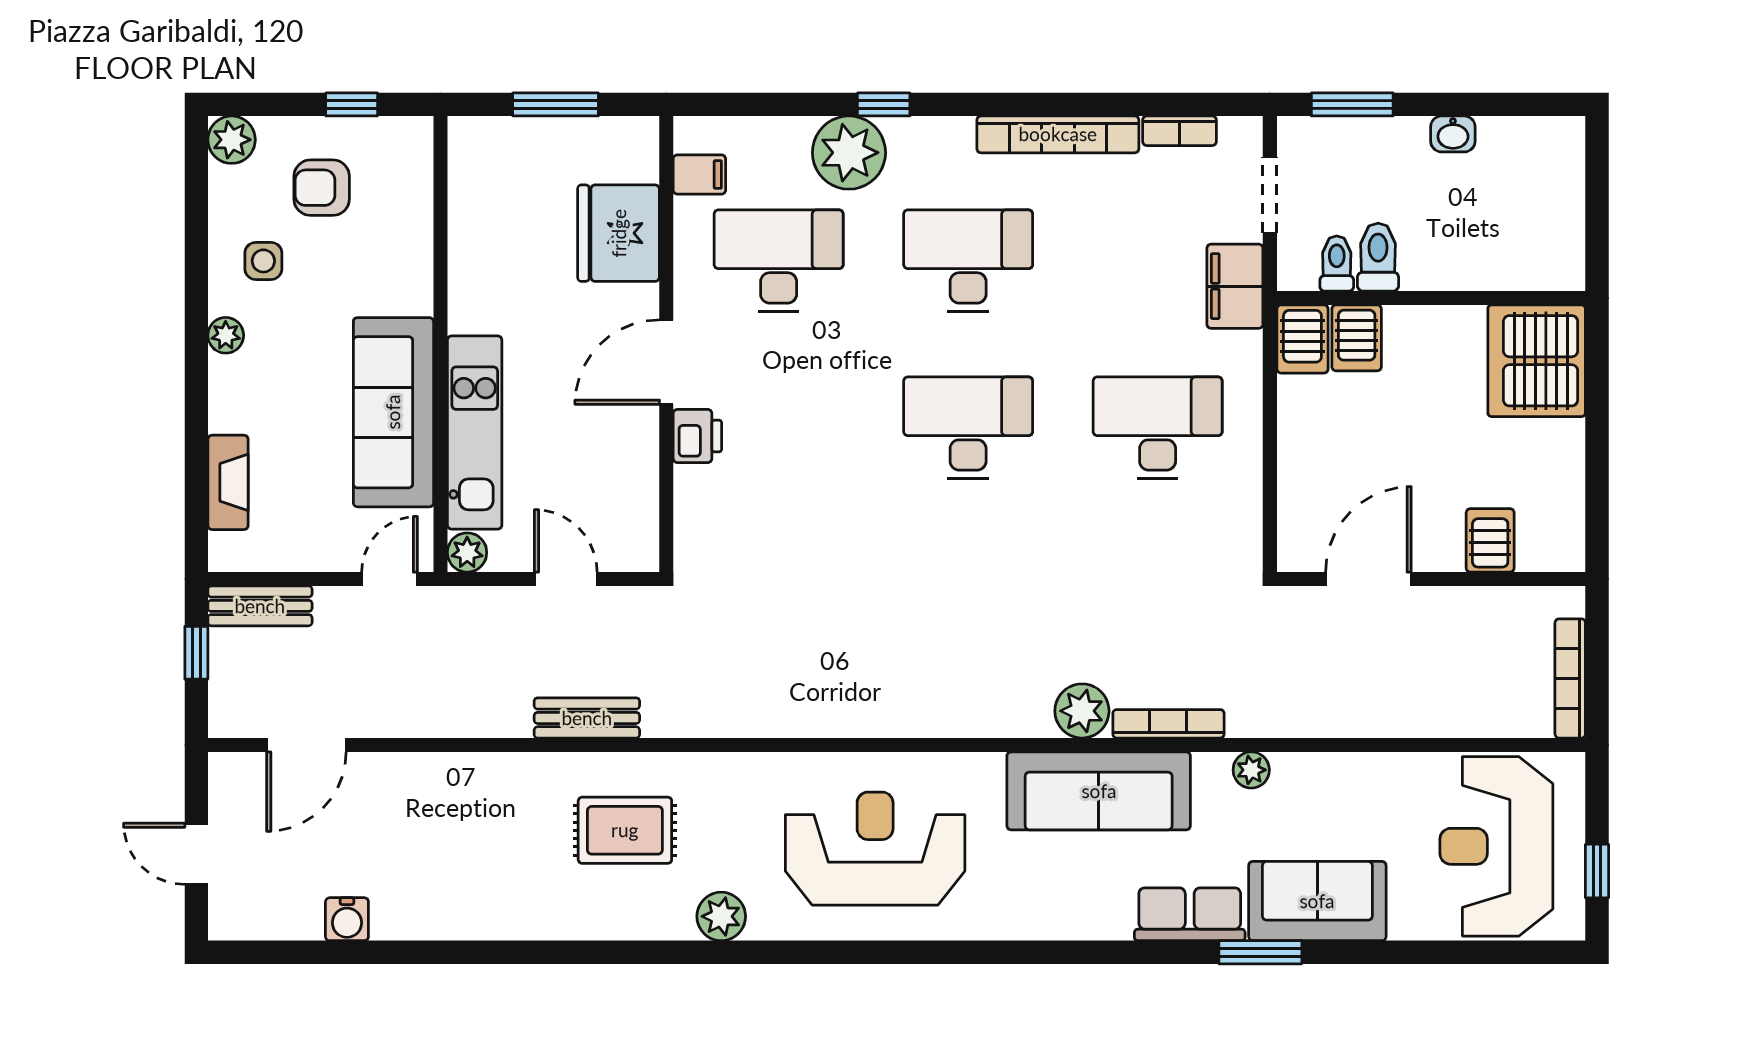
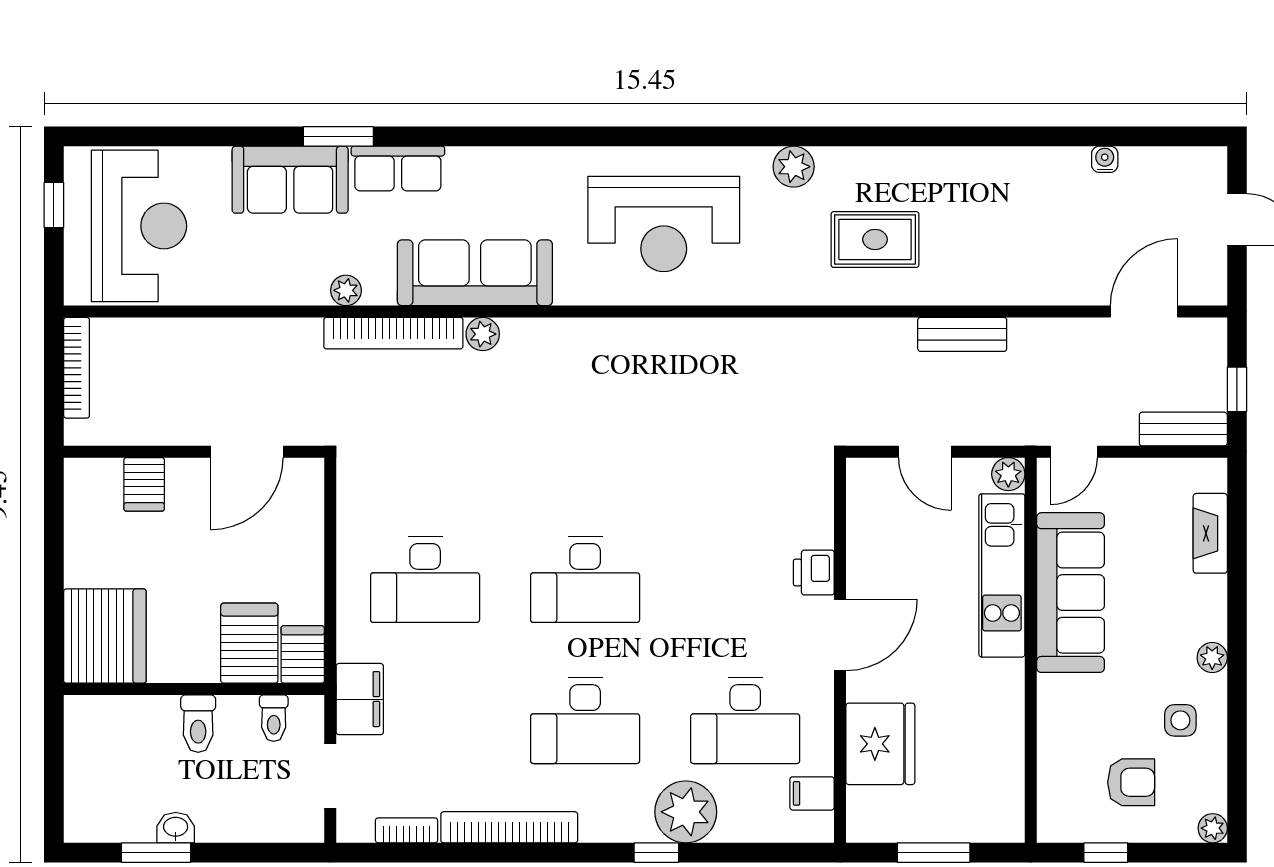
window: (1352, 104) -> (156, 853), moved
plant: (232, 140) -> (1213, 828), width x0.73, depth x0.73
toilet: (1378, 257) -> (198, 724), moved
server rack: (1357, 338) -> (249, 643), width x1.36, depth x1.44
plant: (1082, 711) -> (483, 334), width x0.73, depth x0.73
bench: (587, 718) -> (962, 334), moved
bookcase: (1168, 724) -> (393, 333), width x1.48, depth x1.31
water cooler: (347, 919) -> (1105, 159), width x0.72, depth x0.72

